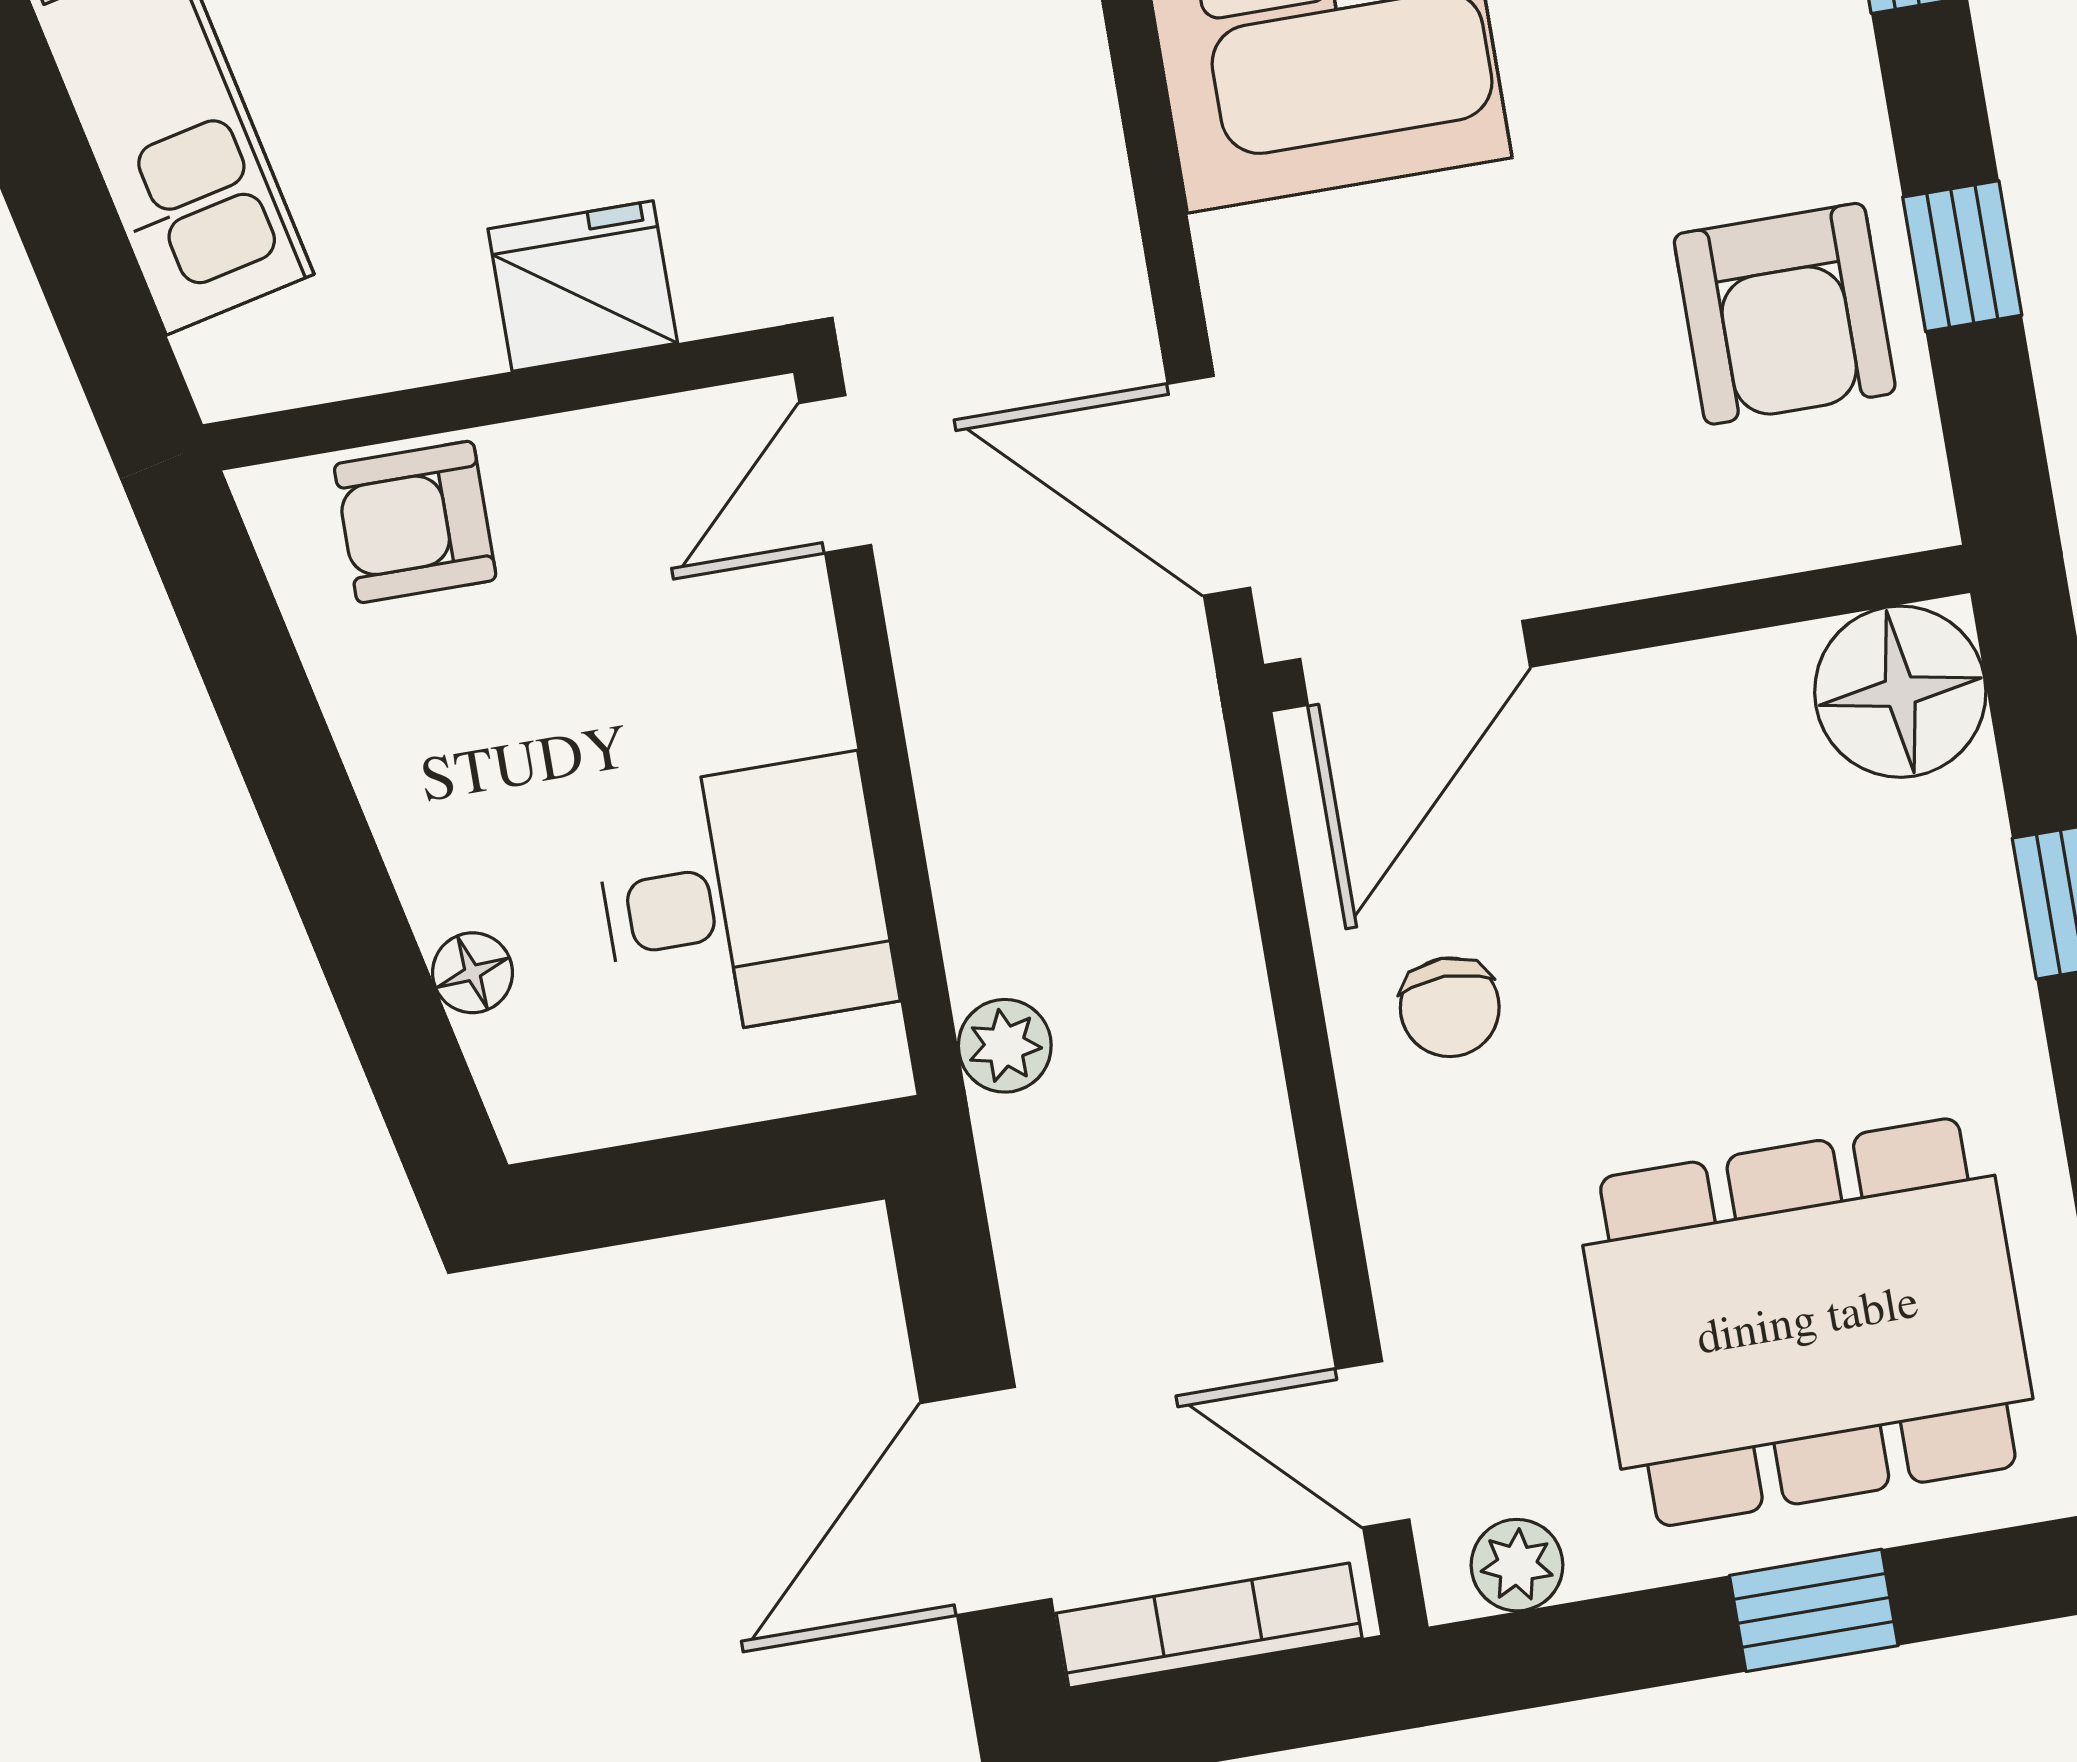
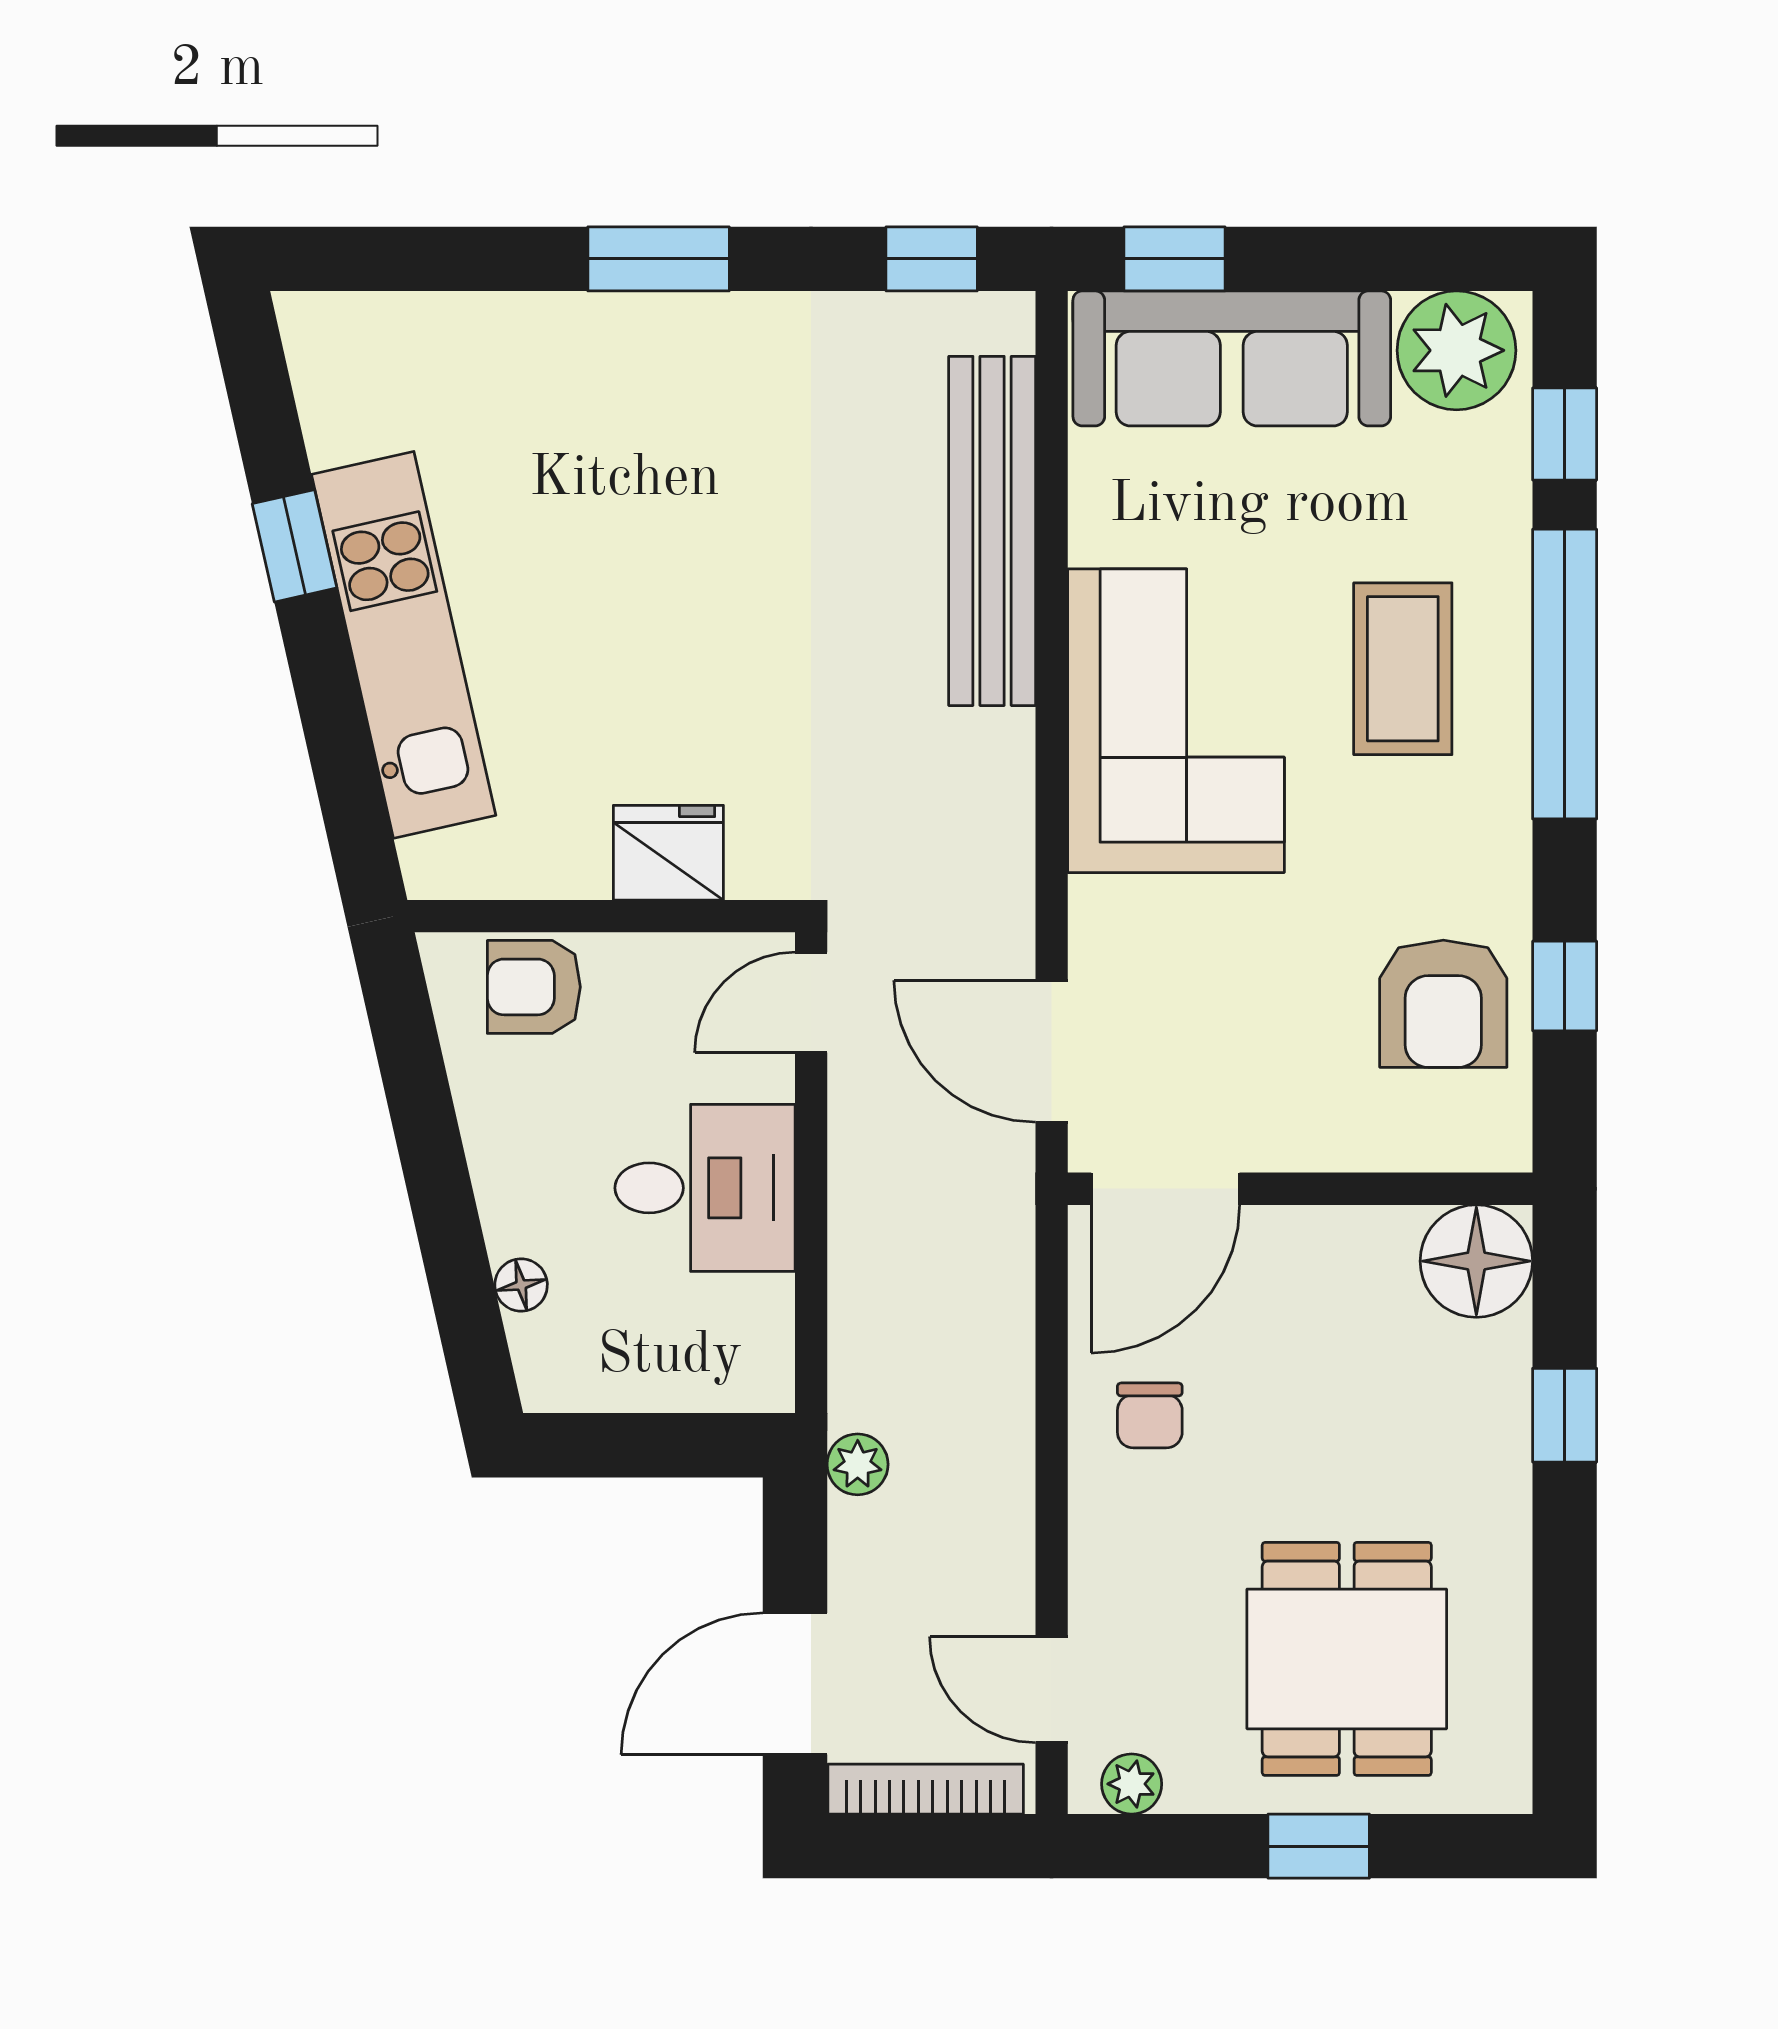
desk: (744, 899) -> (705, 1188), moved
plant: (1005, 1046) -> (858, 1464), moved
dining table: (1808, 1322) -> (1347, 1659), width x0.73

